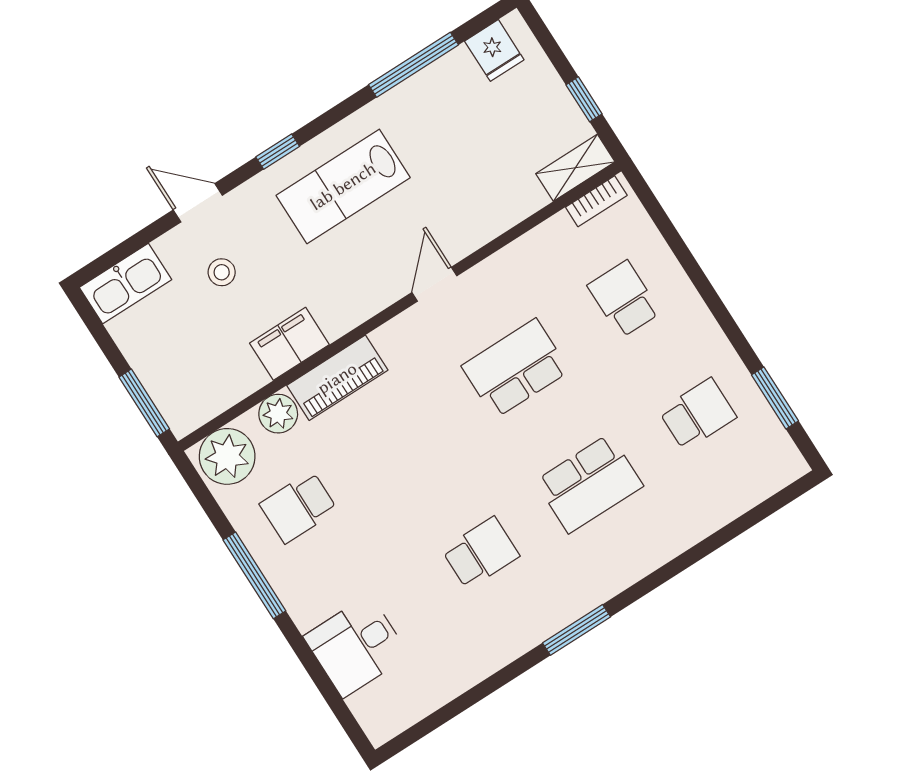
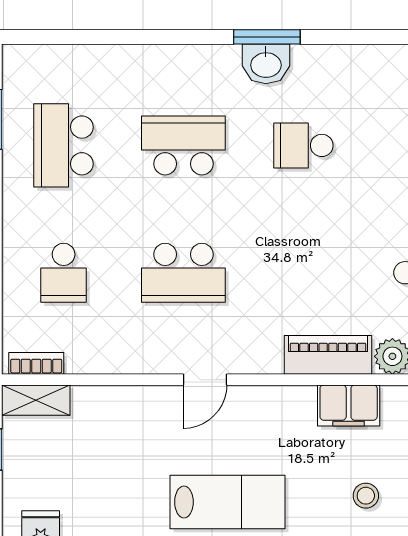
school desk: (698, 414) -> (64, 145), width x1.85
washbasin: (562, 605) -> (266, 64), added

